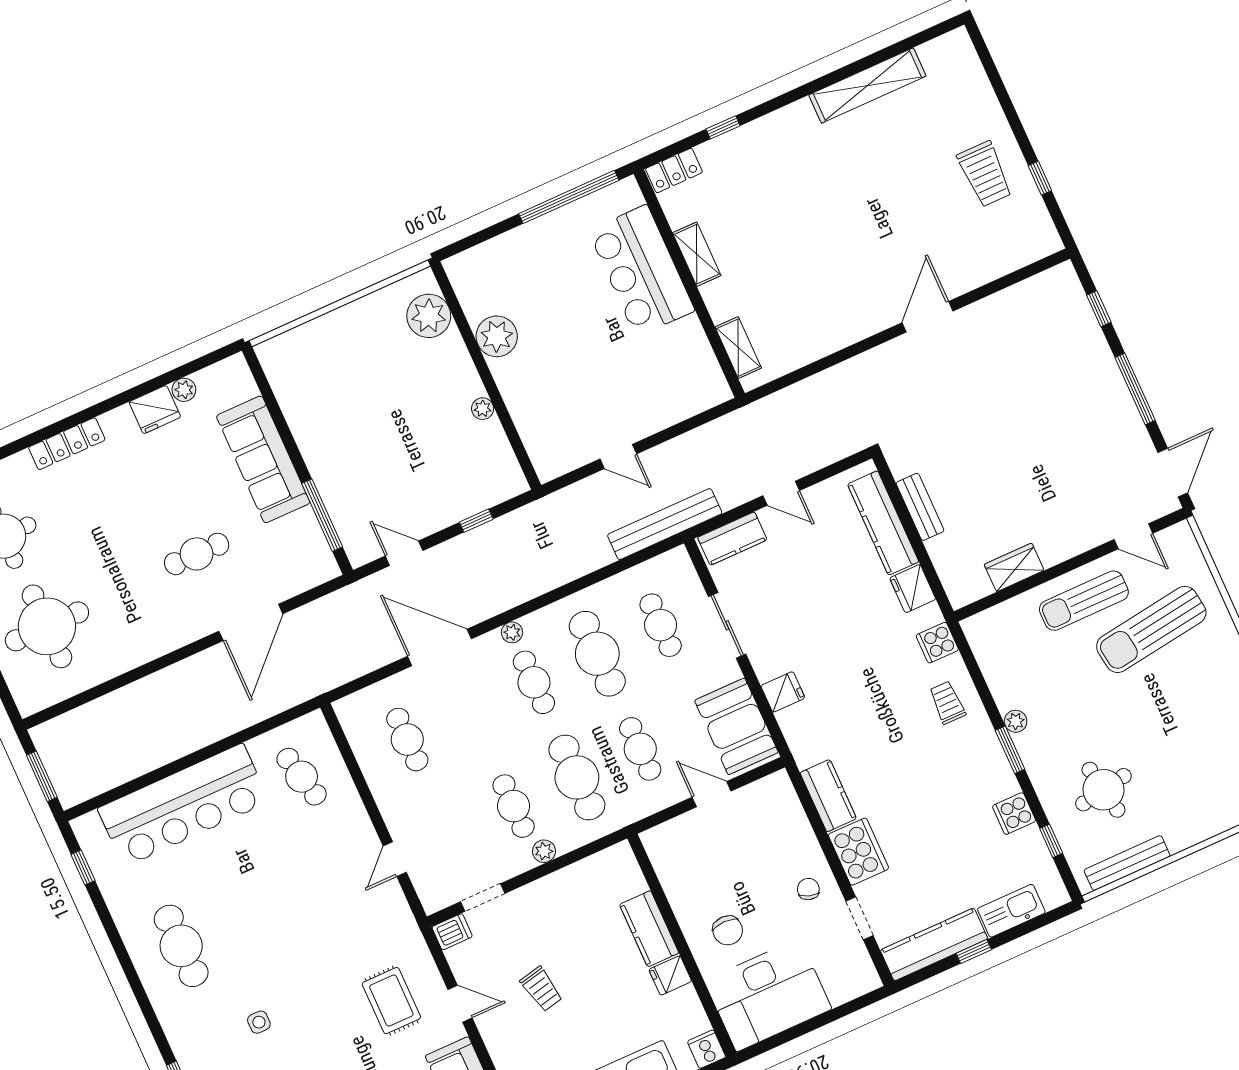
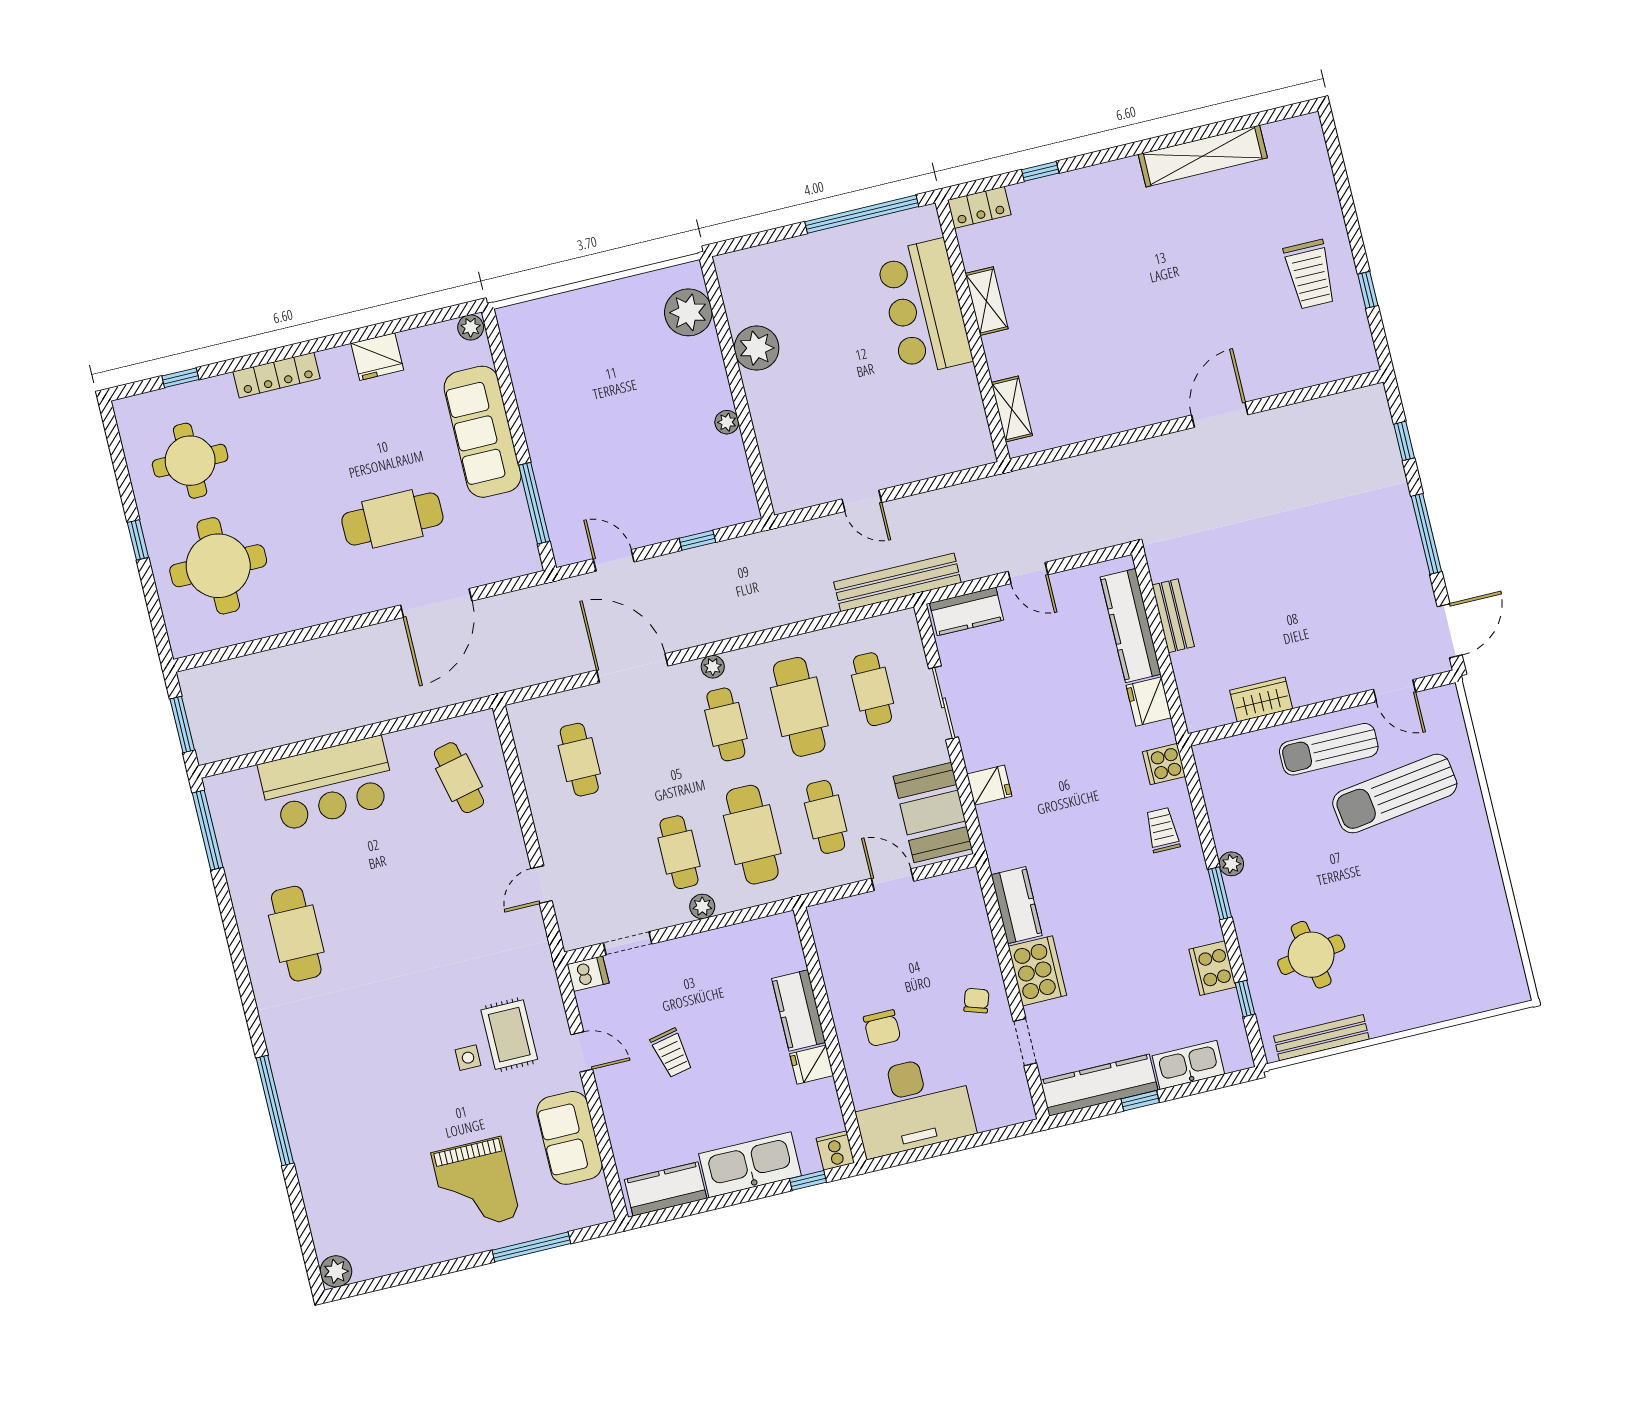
plant: (184, 390) -> (471, 327), moved
cafe table: (197, 554) -> (392, 519), width x1.37, depth x1.35
bar counter: (183, 805) -> (327, 784), width x0.73
cooker: (1014, 814) -> (1212, 968), width x1.36
window: (83, 868) -> (208, 830), width x2.17
side table: (259, 1022) -> (468, 1058), moved

